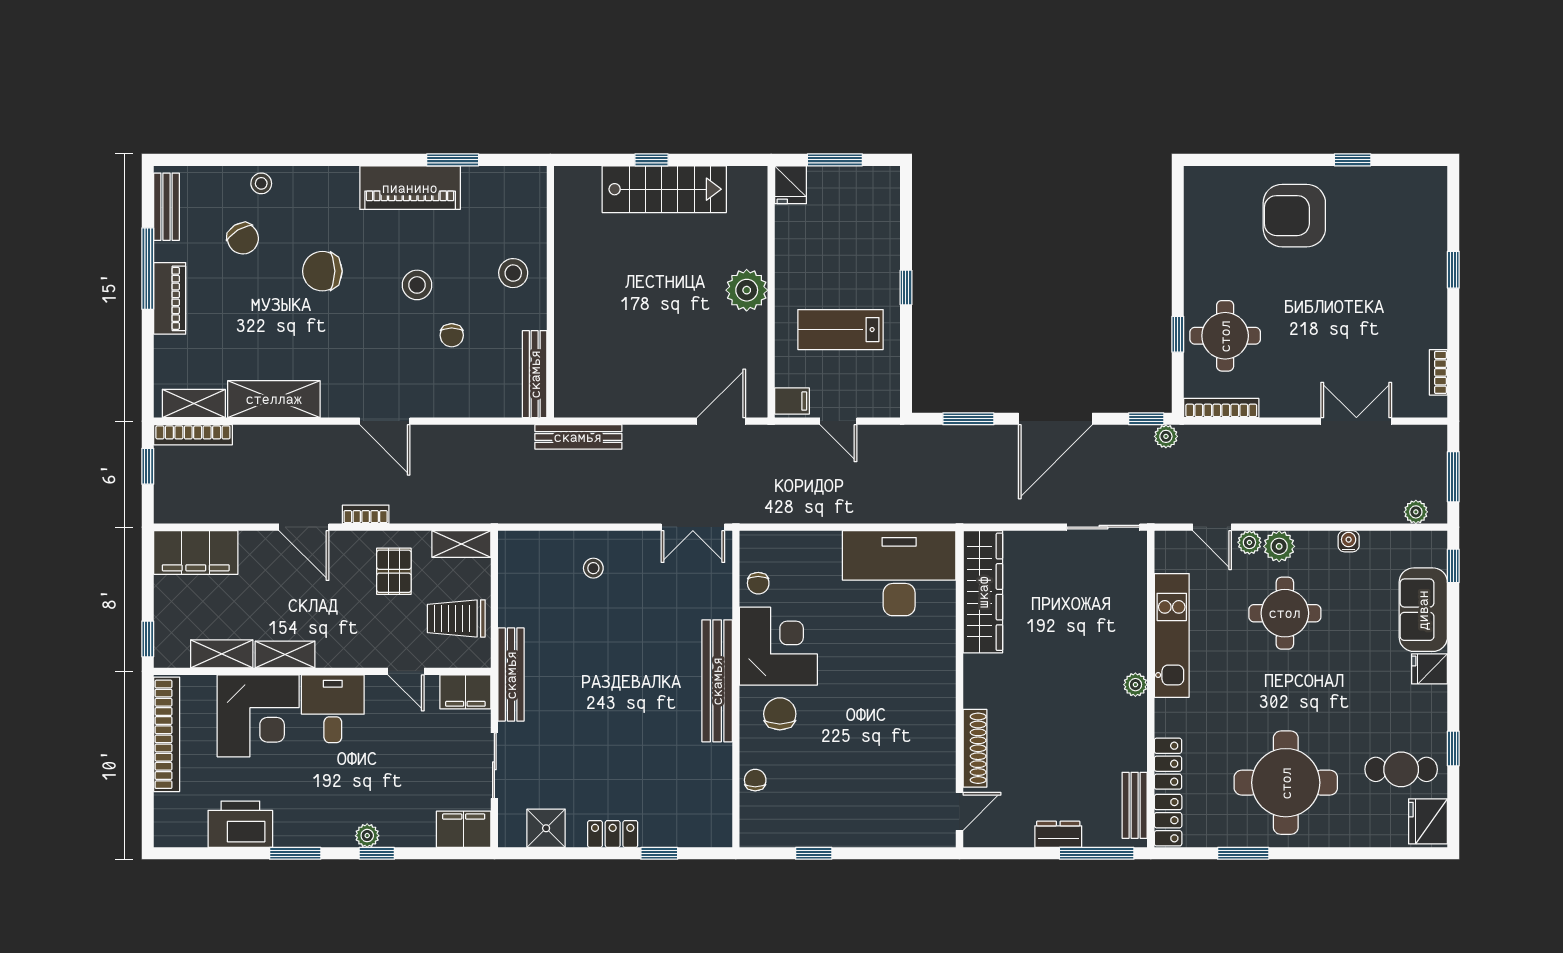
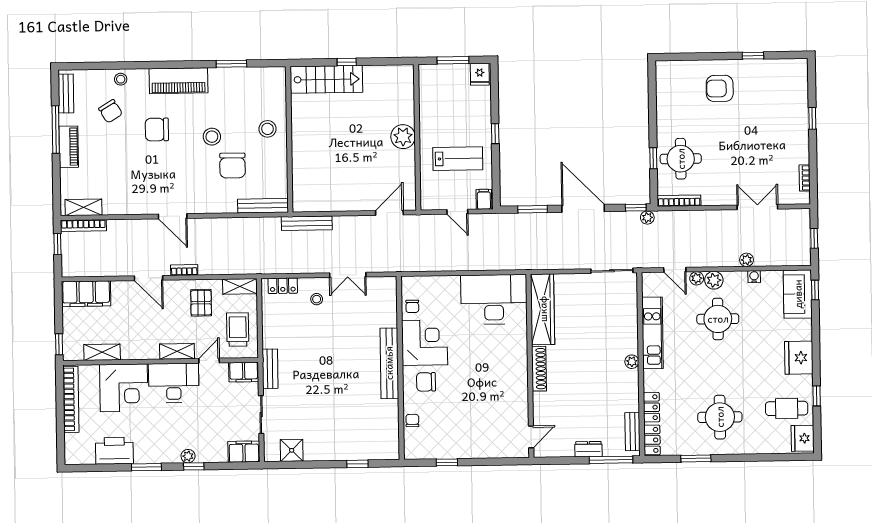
fridge: (791, 185) -> (480, 74), moved
piano: (410, 188) -> (178, 81), moved
stairs: (664, 189) -> (326, 79), moved
armchair: (1294, 216) -> (720, 88), width x0.73, depth x0.73
lab bench: (840, 330) -> (458, 159), turned 180
chair: (452, 335) -> (232, 165), width x1.87, depth x1.87
bench: (535, 374) -> (263, 206), moved, turned 90
shelving: (274, 399) -> (130, 204), removed
filing cabinet: (792, 401) -> (484, 199), moved, turned -90
door: (1055, 419) -> (583, 208), swing flipped
door: (385, 421) -> (173, 216), moved
window: (1453, 477) -> (814, 238), width x0.67
plant: (1416, 512) -> (747, 260), moved
double door: (693, 527) -> (348, 275), moved
sofa: (1423, 610) -> (798, 294), moved
trolley: (456, 618) -> (238, 330), turned 90
shelving: (285, 654) -> (177, 351), moved
fridge: (1429, 669) -> (799, 358), width x1.88, depth x1.34
door: (406, 671) -> (209, 361), swing flipped
bench: (511, 675) -> (270, 369), width x0.73
desk: (333, 709) -> (174, 383), width x1.37
chair: (780, 714) -> (426, 382), turned -90
shoe rack: (975, 748) -> (539, 369), moved
round table: (1286, 783) -> (720, 417), width x0.73, depth x0.73
locker: (613, 834) -> (283, 286), moved, turned 180

